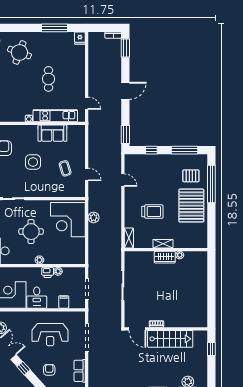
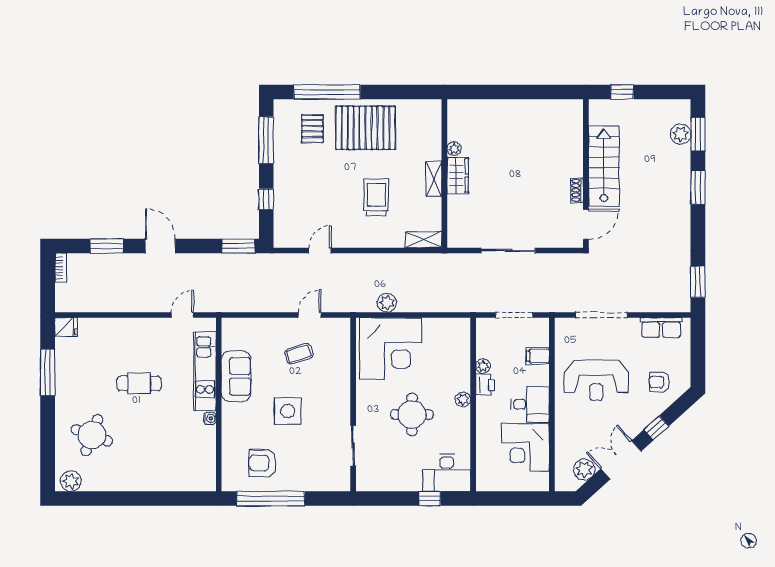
window: (125, 48) -> (107, 246), moved
reception desk: (50, 335) -> (596, 380), turned 90

